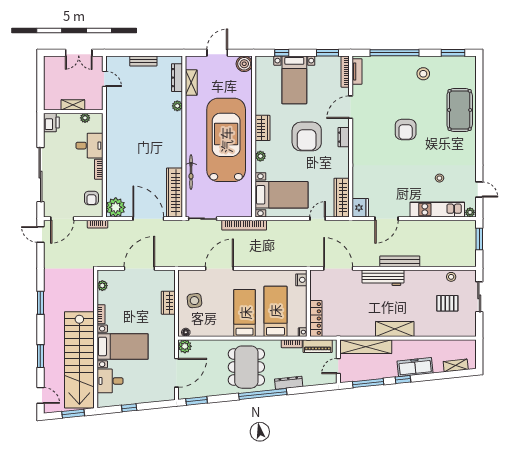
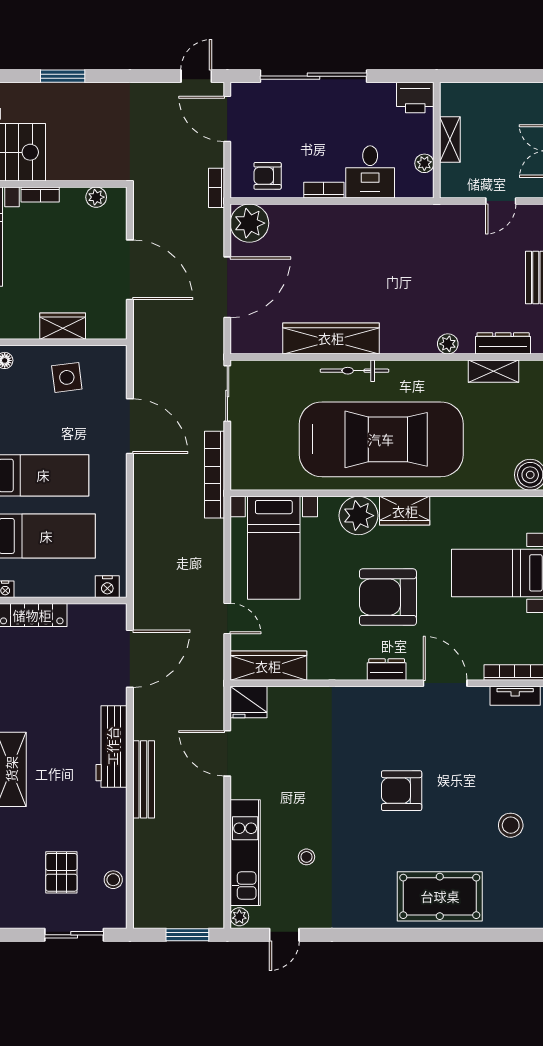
plant: (260, 156) -> (358, 516), width x1.88, depth x1.88
bicycle: (191, 172) -> (354, 371), moved
wardrobe: (175, 192) -> (331, 338), moved

